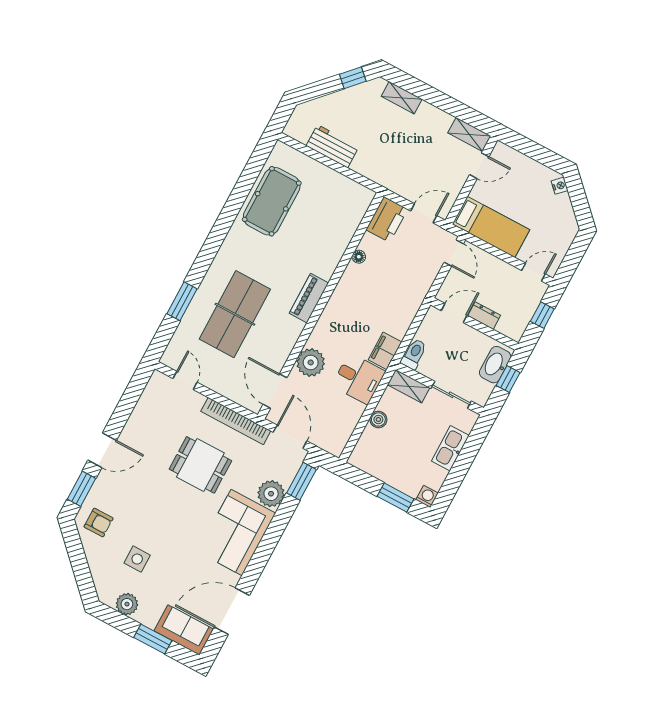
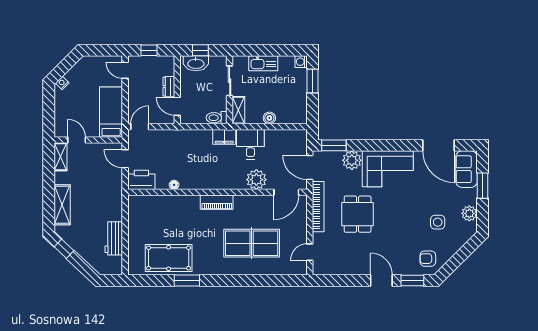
shelving: (402, 98) -> (62, 205), width x1.50, depth x1.33
window: (182, 301) -> (187, 281), moved
door: (290, 437) -> (310, 167), hinge flipped
armchair: (99, 522) -> (428, 259), turned -90

